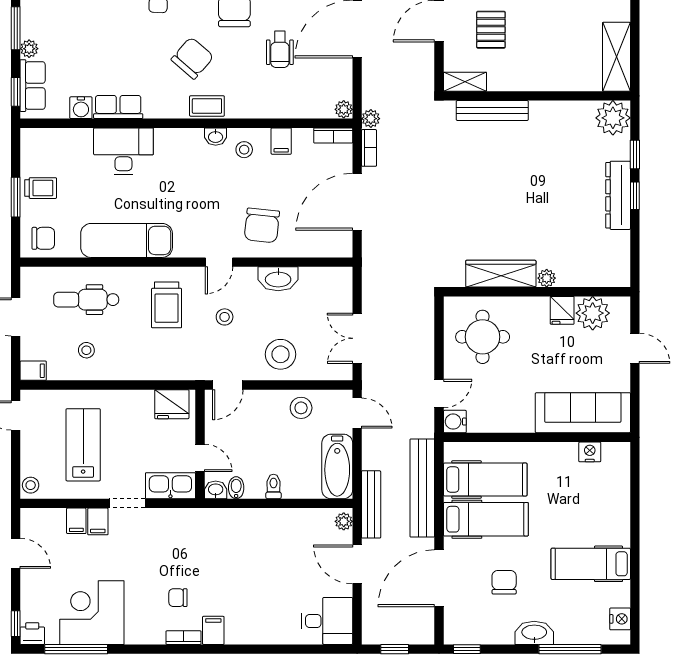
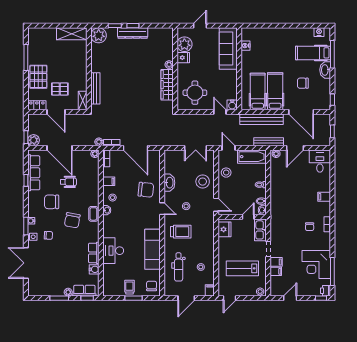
chair: (192, 58) -> (72, 220), turned -121
door: (357, 413) -> (228, 148), hinge flipped
hospital bed: (591, 564) -> (313, 53), moved, turned 90
filing cabinet: (213, 630) -> (324, 197), moved

